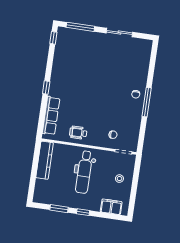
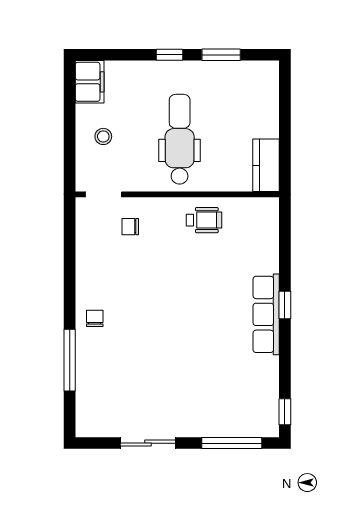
window: (147, 102) -> (70, 360), moved
row of seats: (51, 116) -> (266, 314), moved
kitchen counter: (45, 160) -> (266, 165), width x0.67
filing cabinet: (111, 207) -> (90, 82), moved, turned -90

